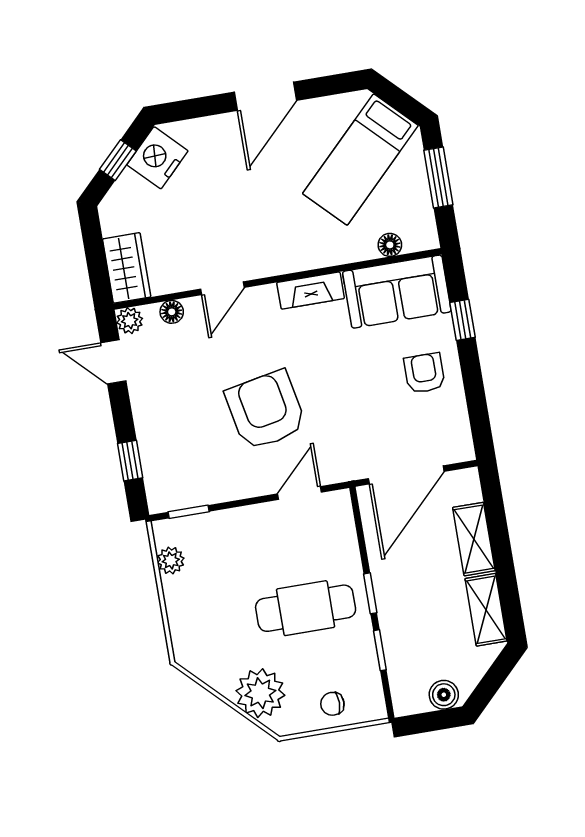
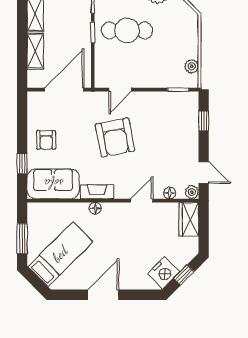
floor lamp: (390, 245) -> (95, 208), moved
armchair: (266, 410) -> (115, 137), moved

